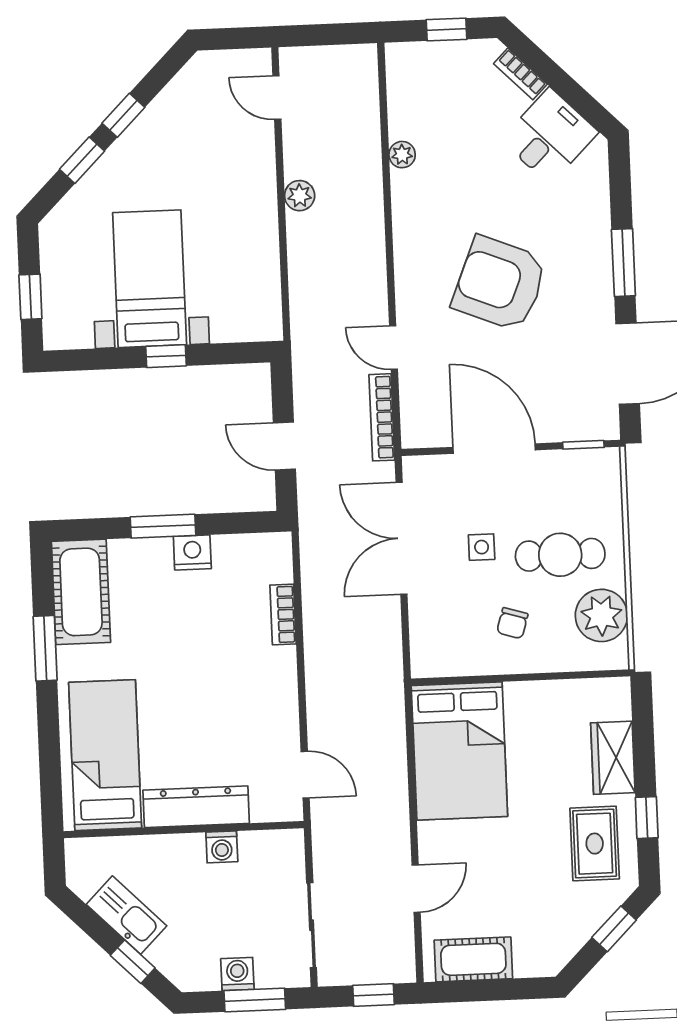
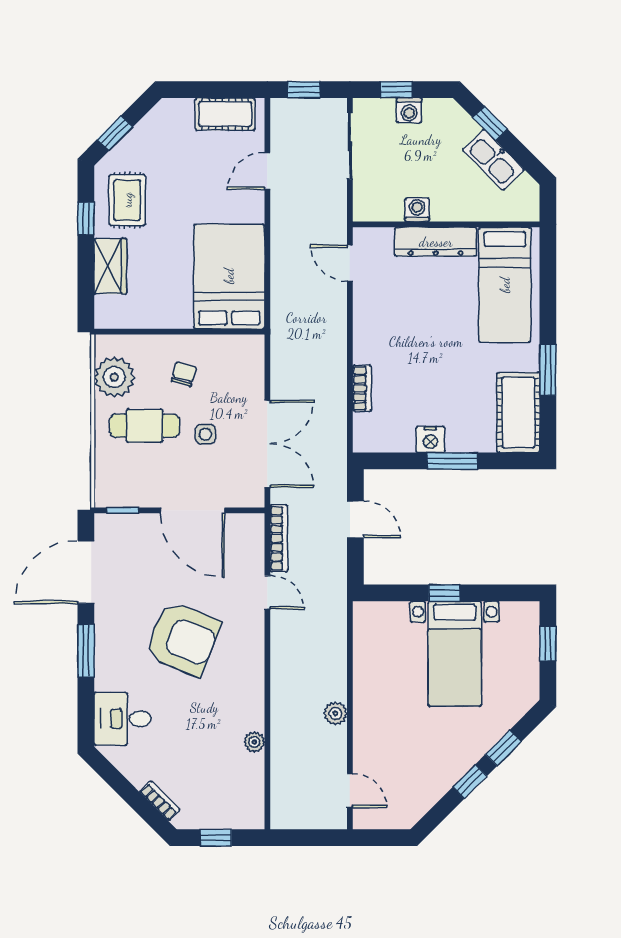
desk: (550, 136) -> (123, 719), moved, turned 45
window: (255, 1000) -> (397, 90), width x0.67

